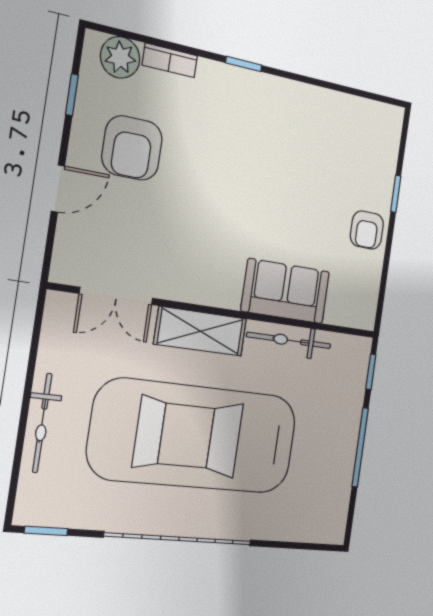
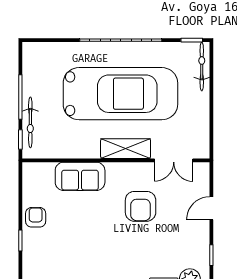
armchair: (132, 148) -> (141, 206), moved, turned 180
double door: (116, 296) -> (174, 160), swing flipped
bicycle: (289, 340) -> (30, 122), moved, turned 90
bicycle: (42, 423) -> (202, 66), moved

